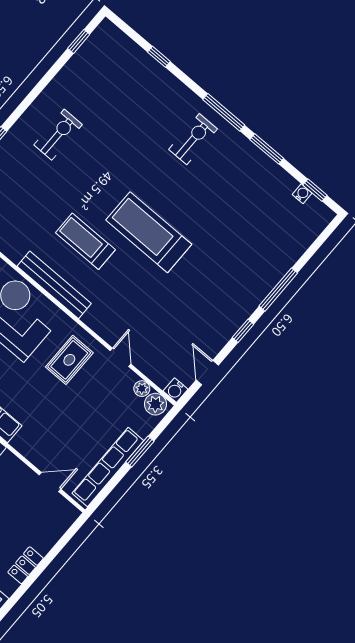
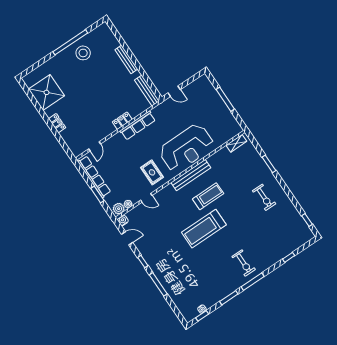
treadmill: (149, 232) -> (204, 229), turned 180

